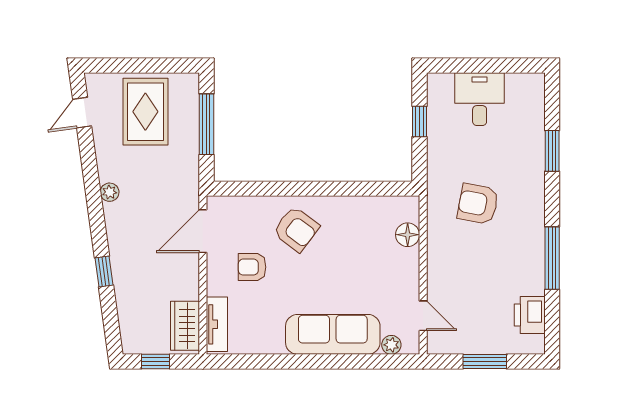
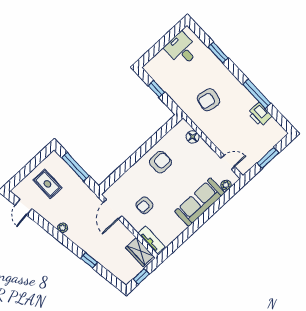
desk: (480, 99) -> (182, 49), moved
rug: (145, 112) -> (47, 184), width x0.73, depth x0.70
armchair: (296, 229) -> (160, 162), moved, turned -37
printer: (530, 315) -> (260, 115), moved

